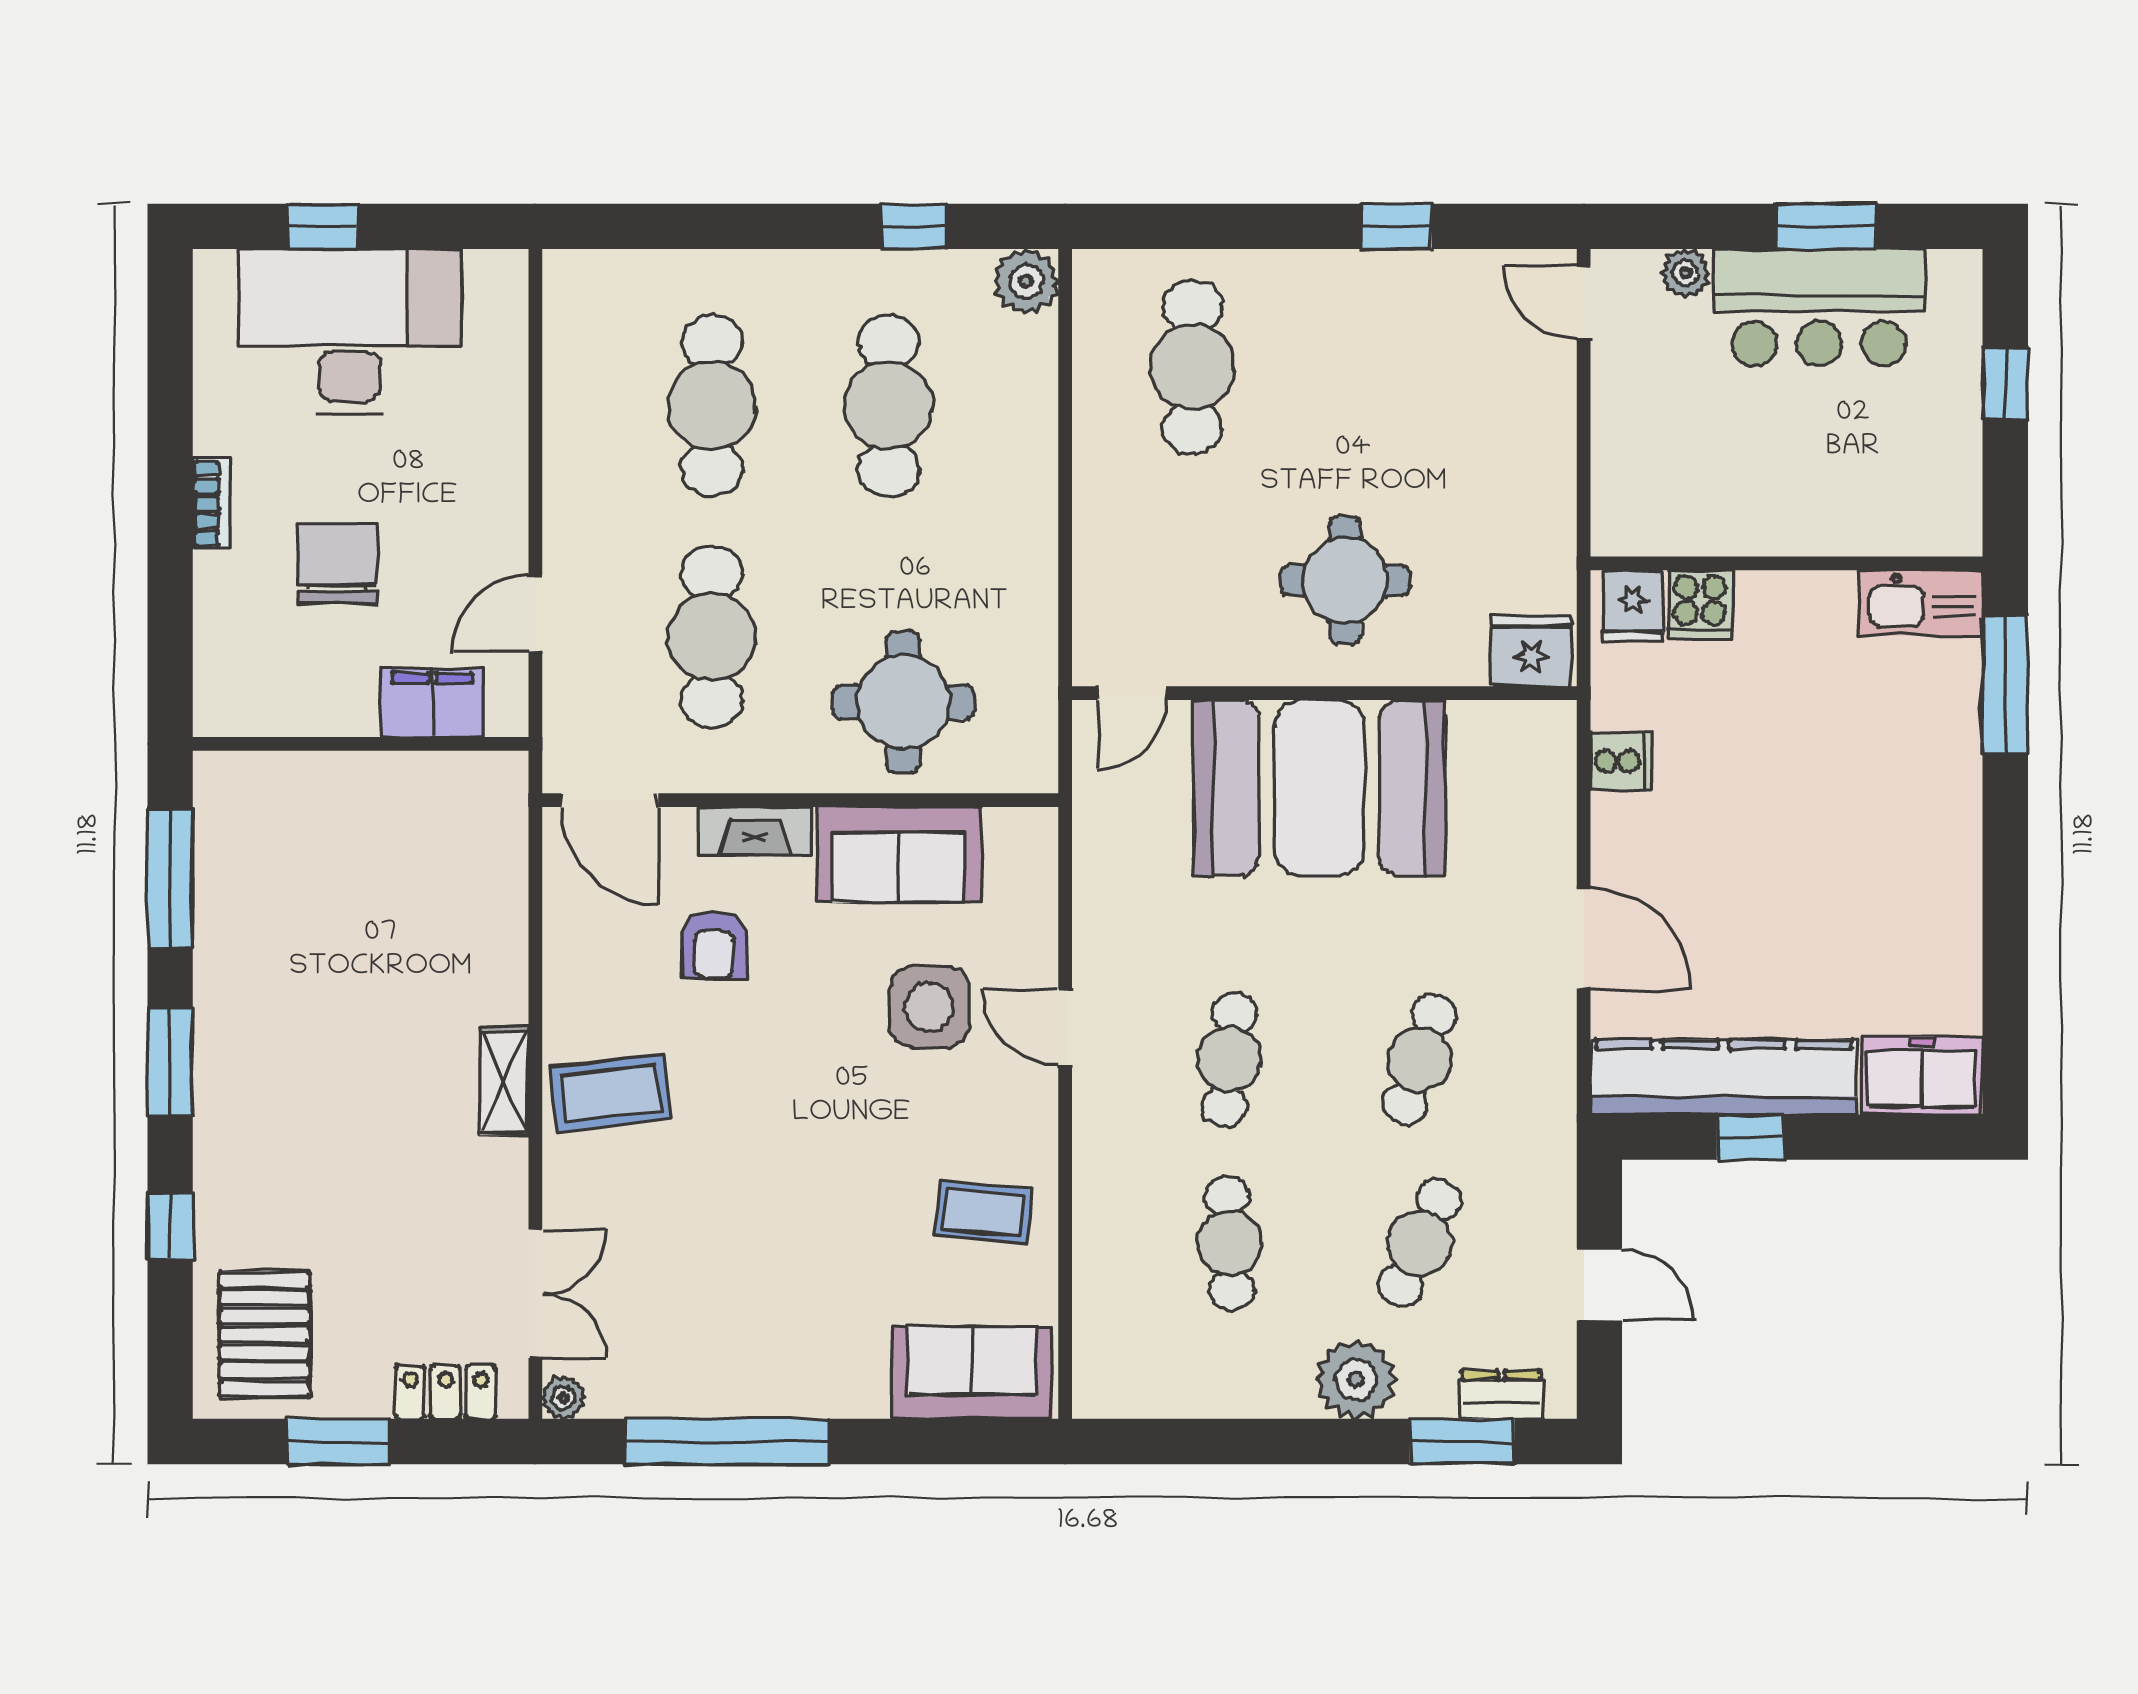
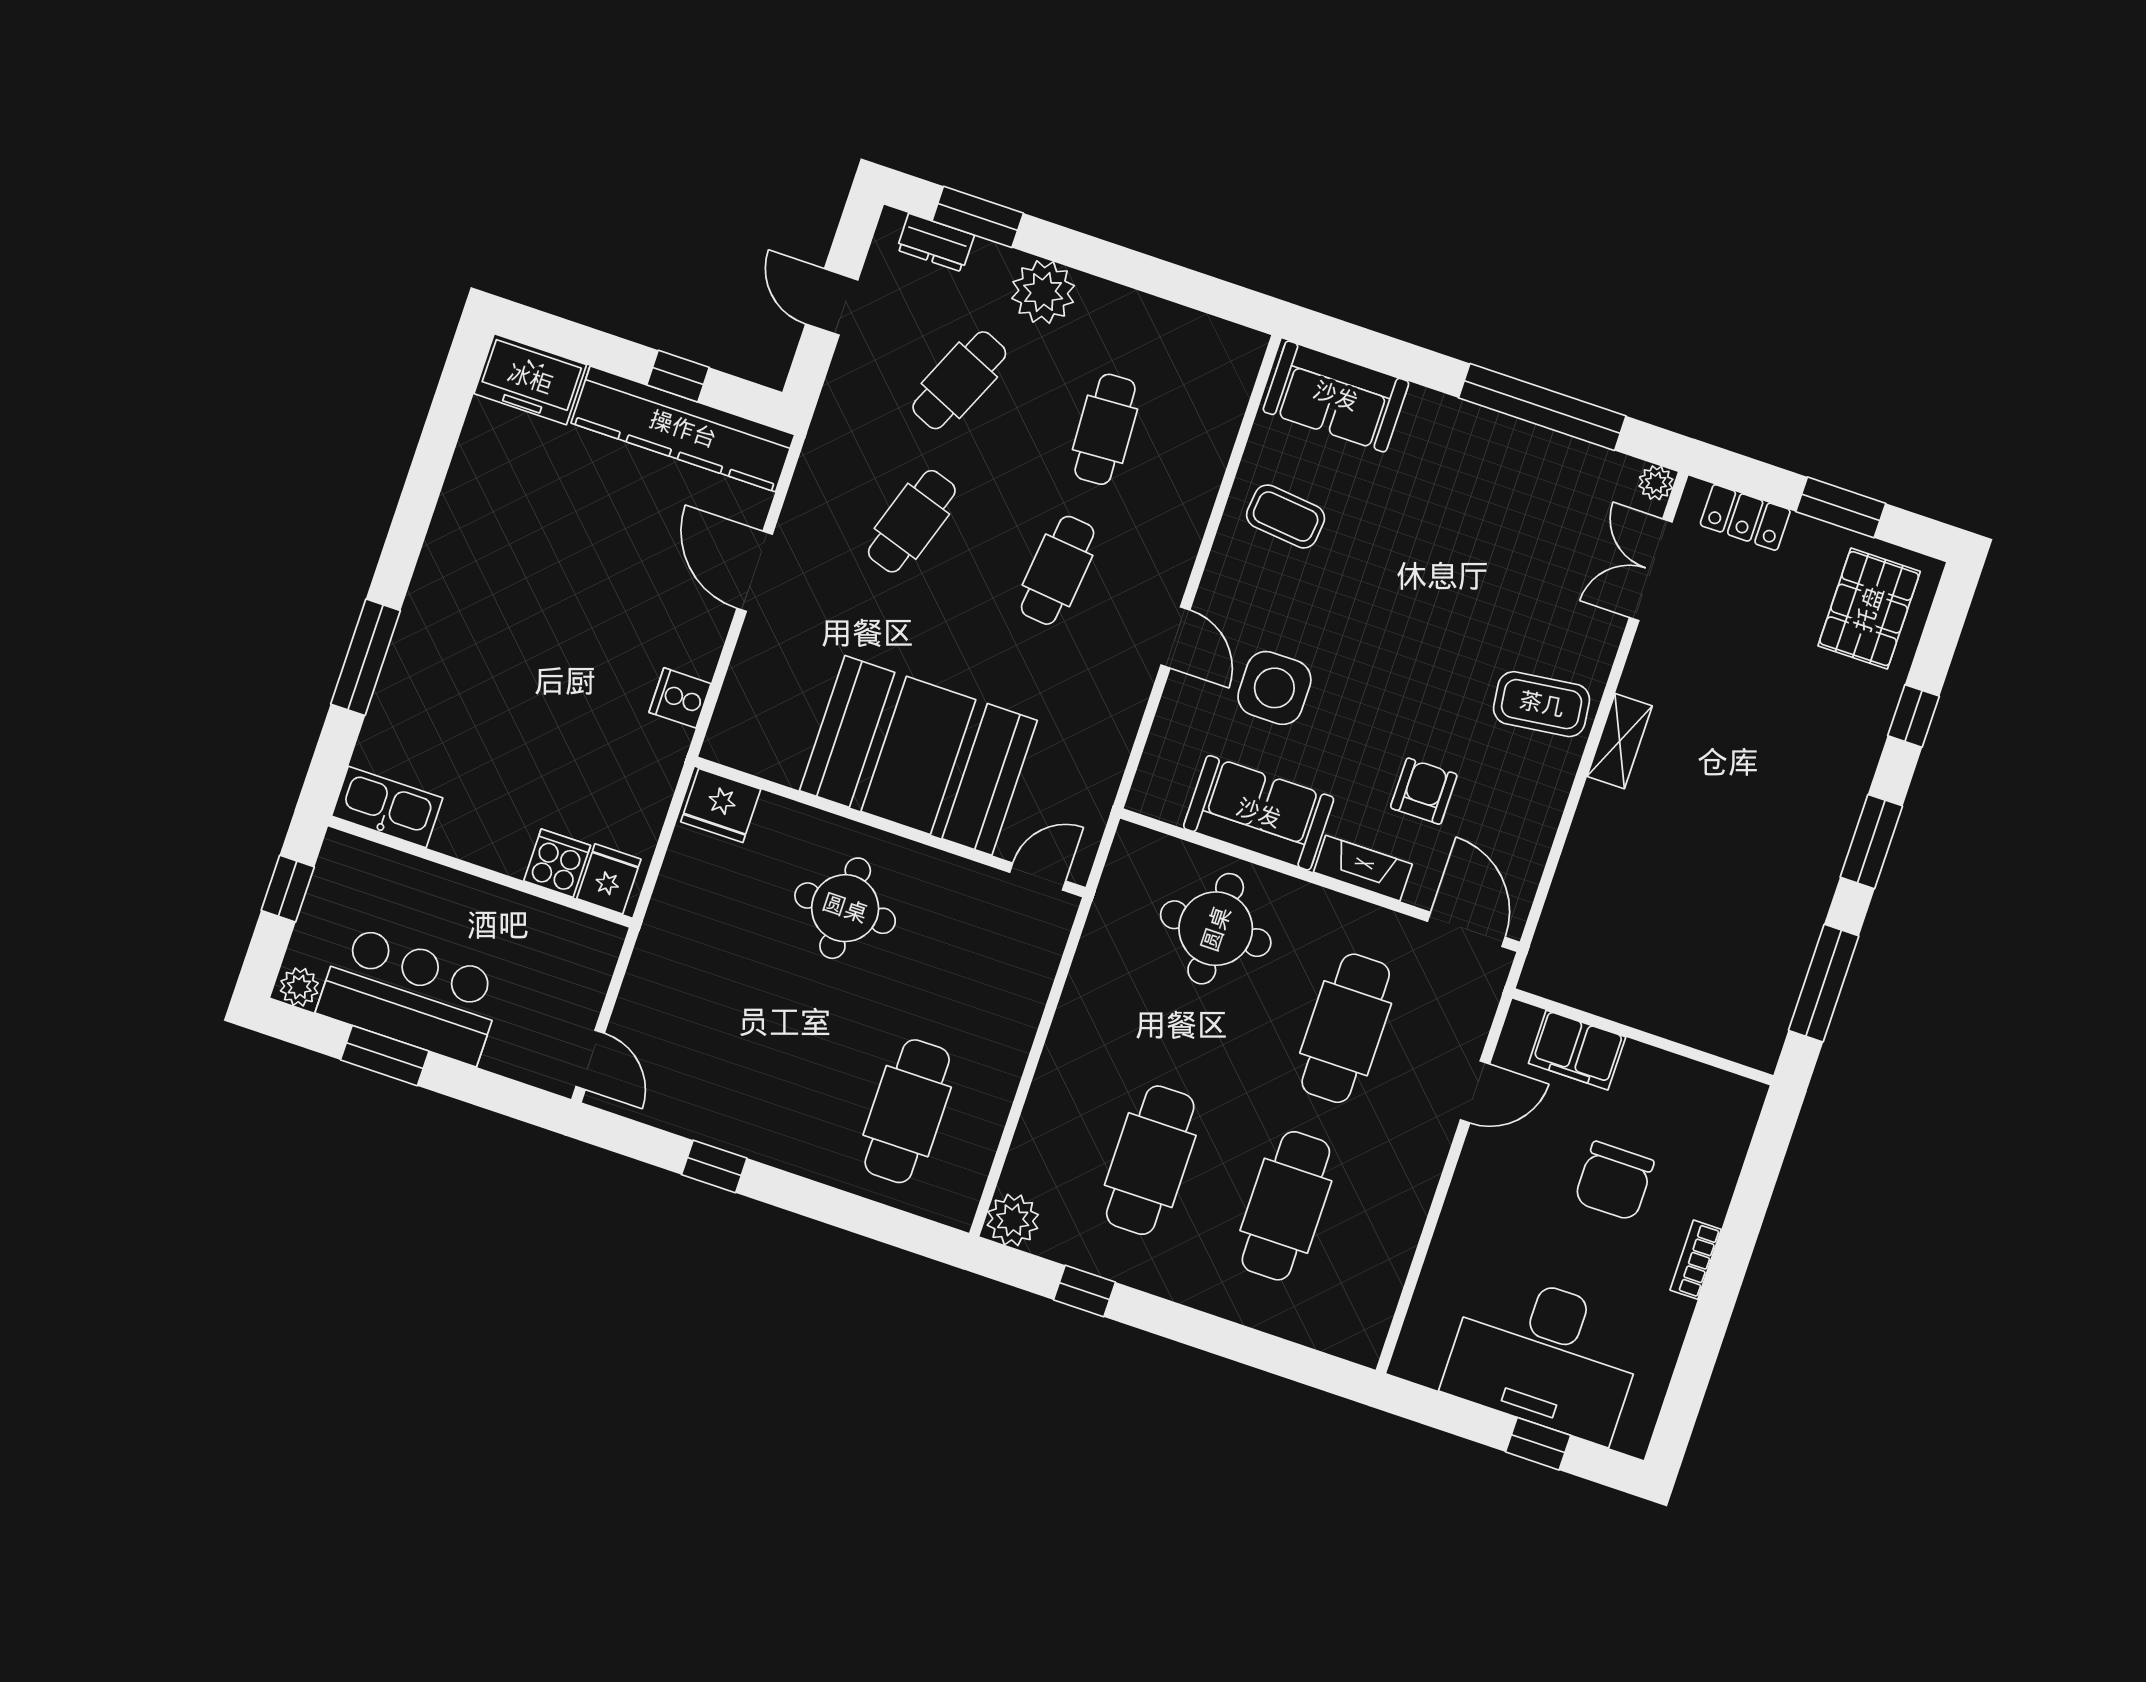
plant: (1685, 273) -> (299, 987), moved
wall: (1787, 563) -> (480, 872), moved
kitchen sink: (1921, 603) -> (387, 807), moved
cooker: (1700, 604) -> (557, 863), moved
fridge: (1633, 606) -> (609, 879), moved

